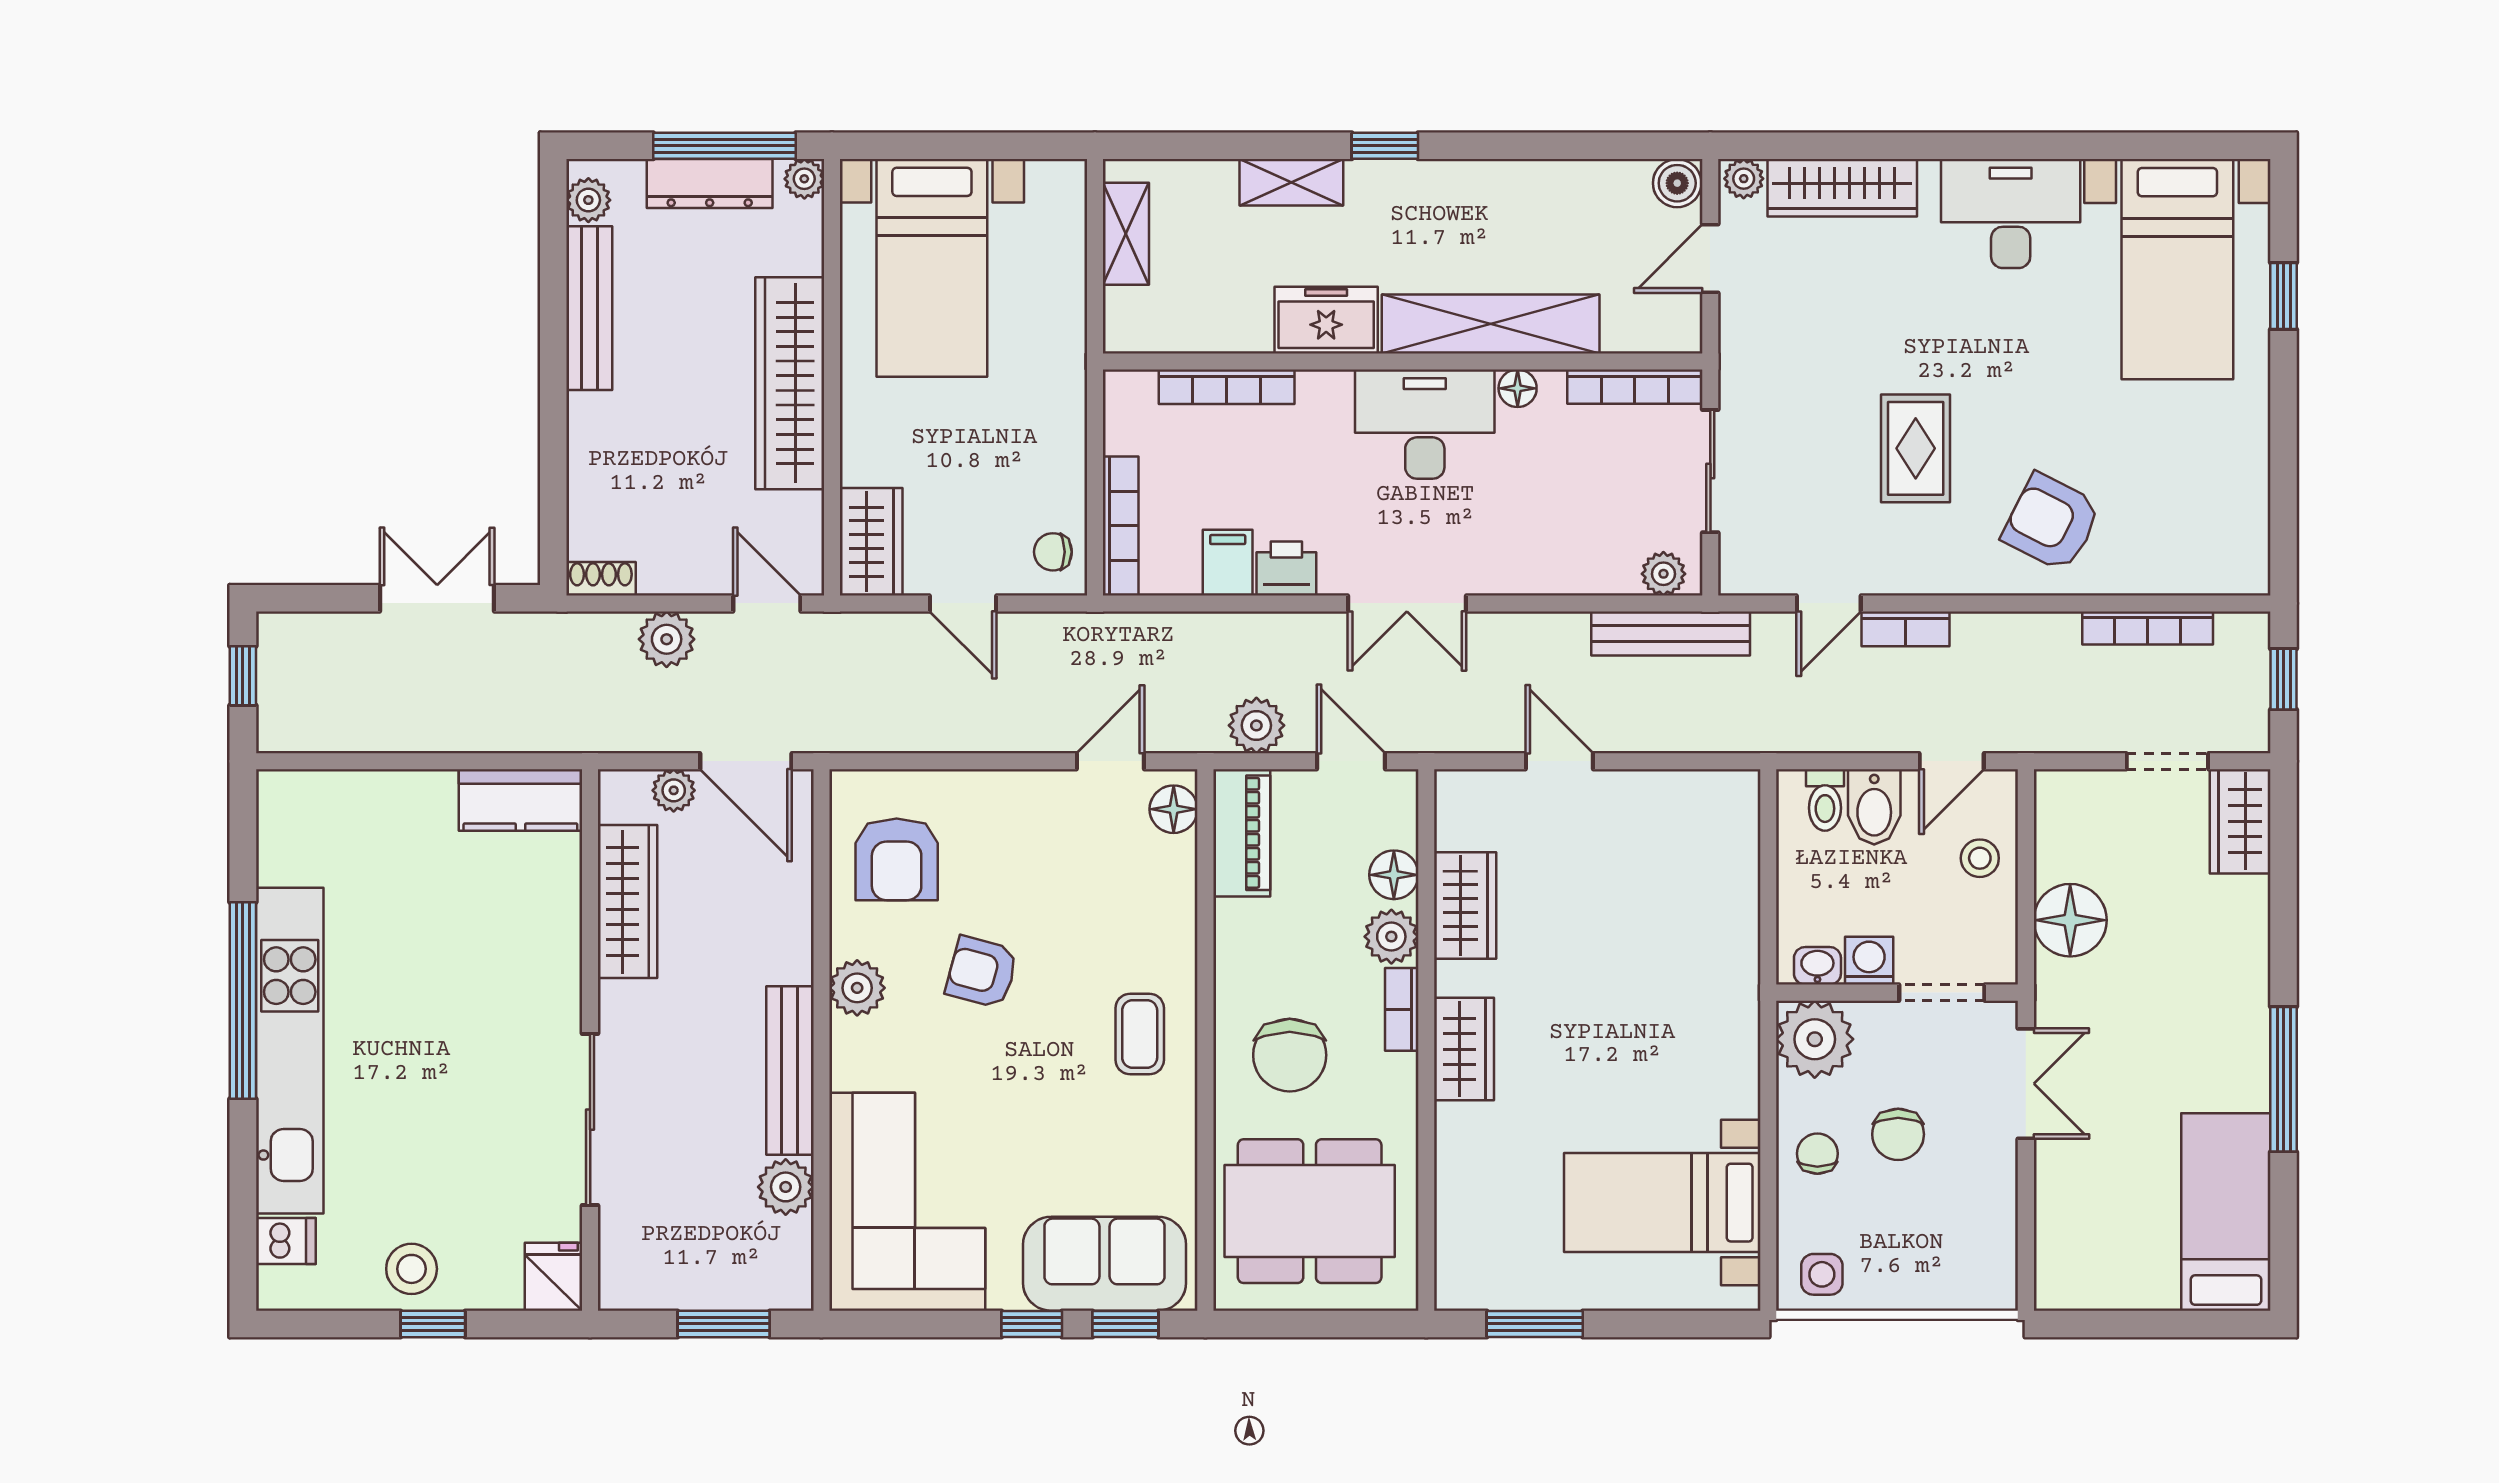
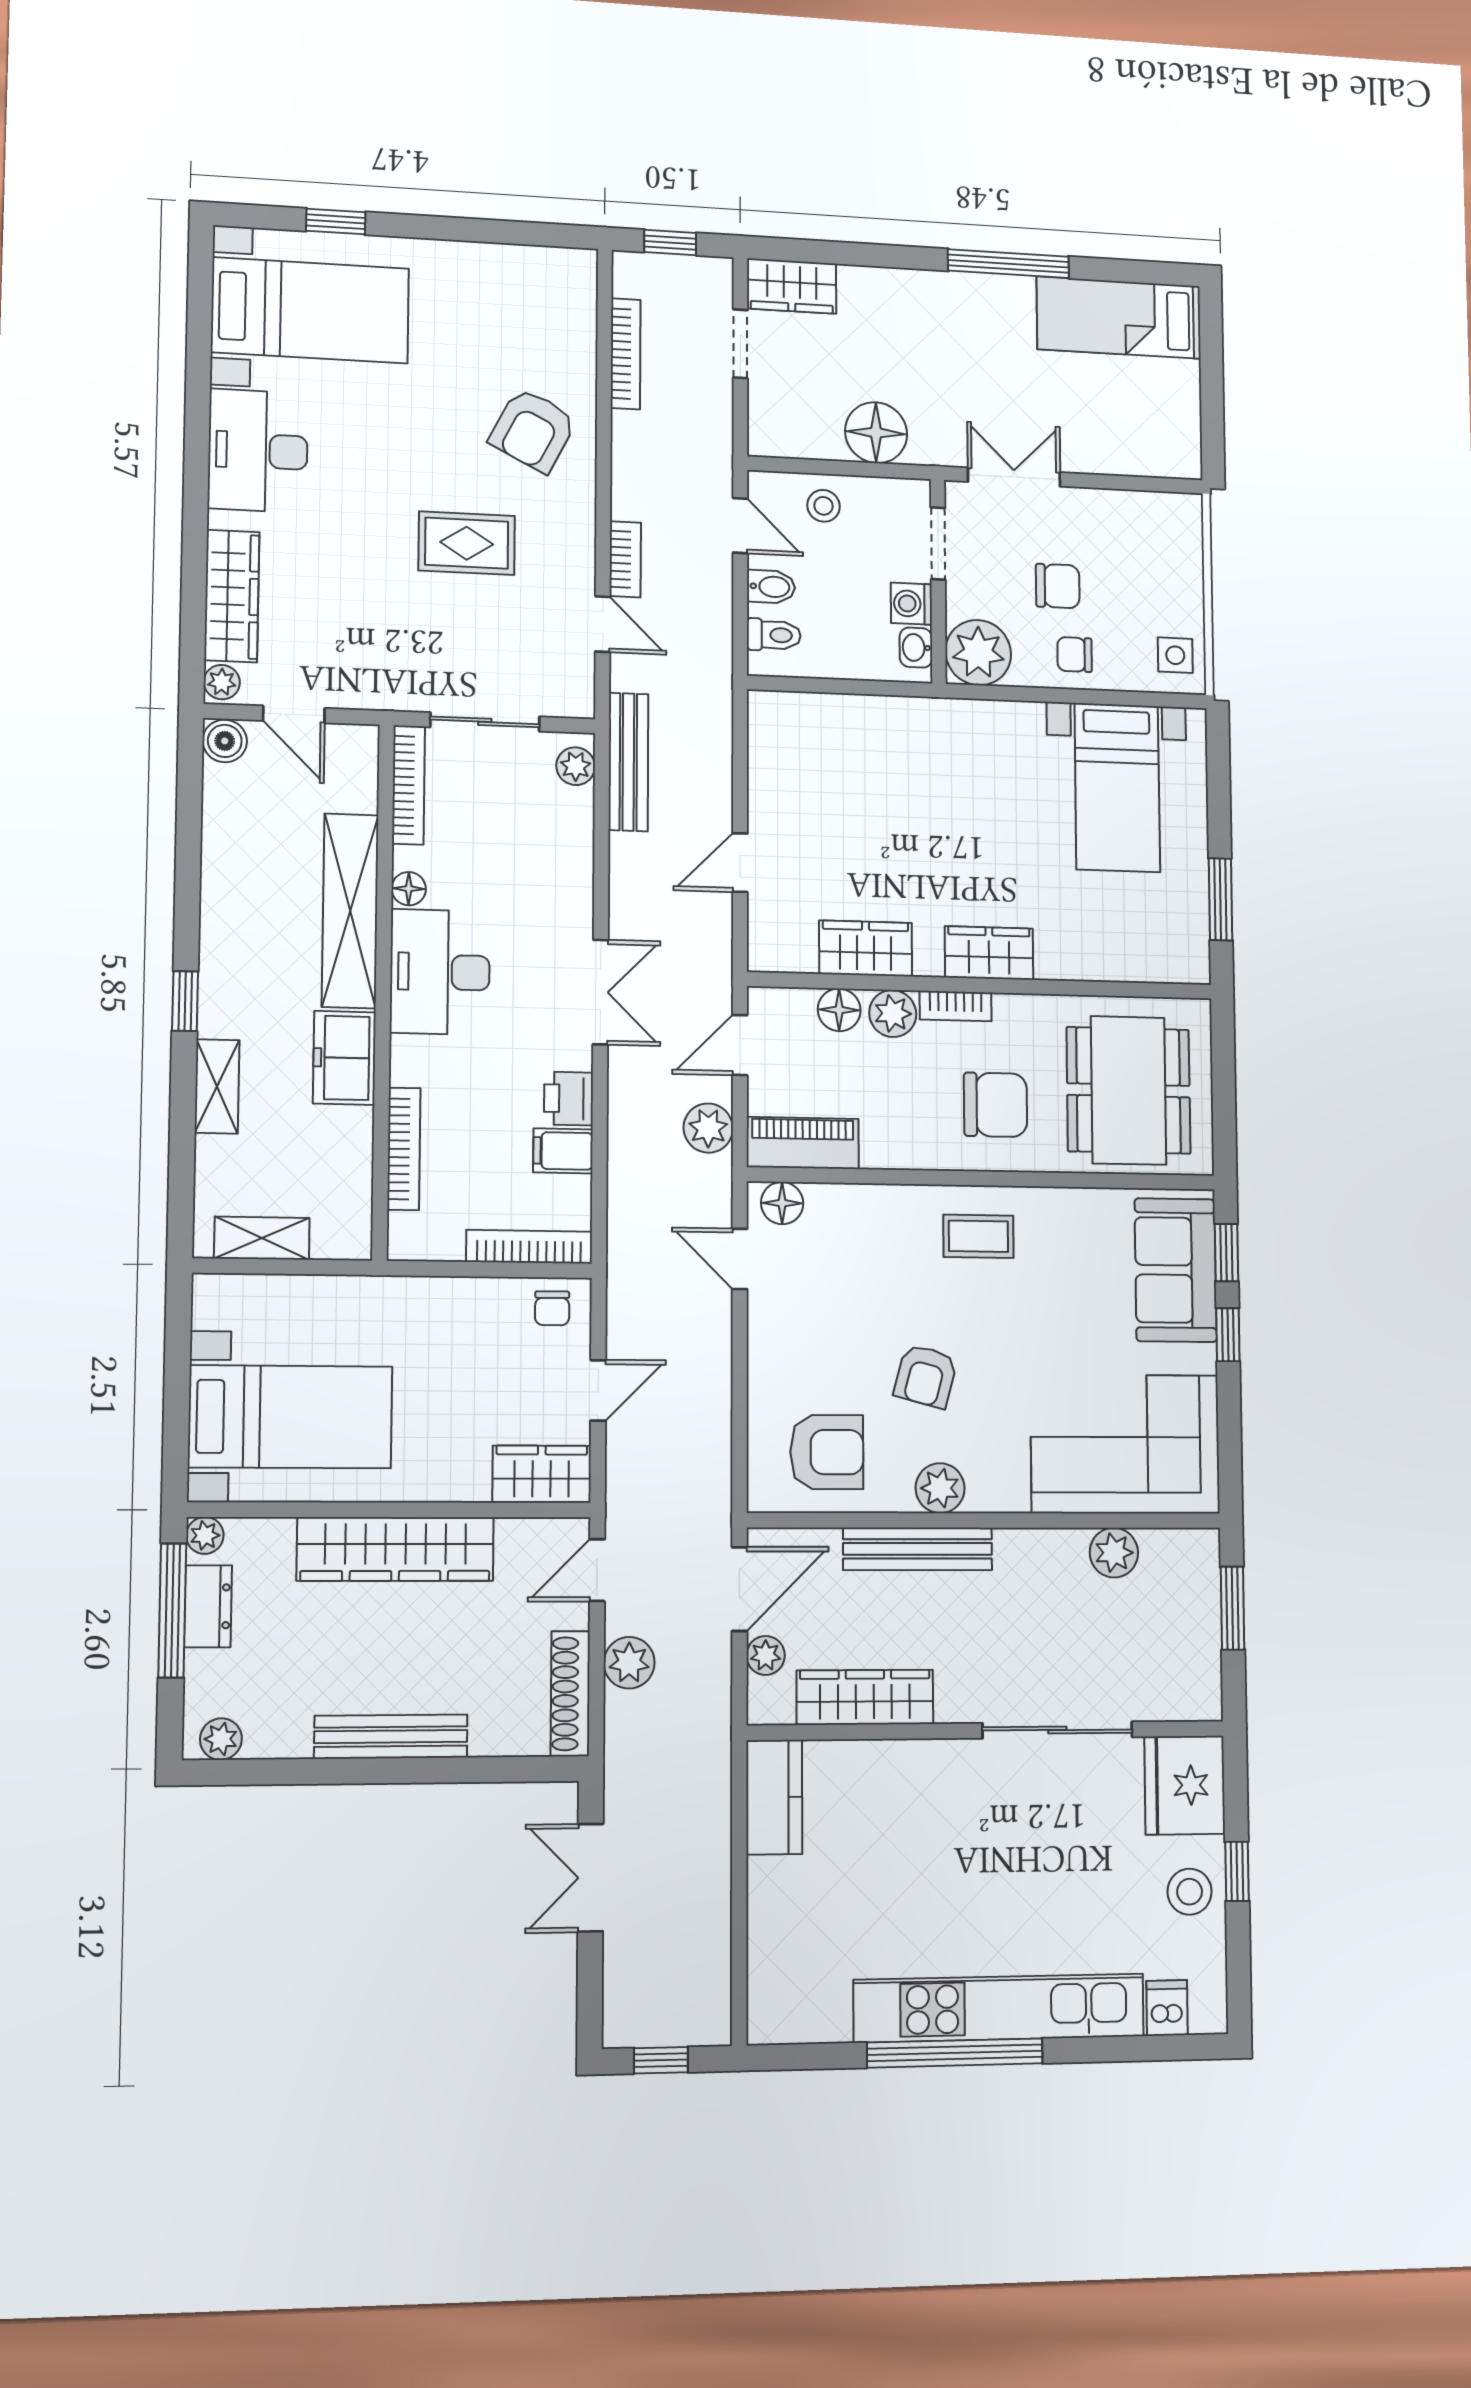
dresser: (710, 184) -> (208, 1606), width x0.70
bench: (589, 308) -> (391, 1737), moved
shoe rack: (601, 579) -> (570, 1694), width x1.94, depth x1.24
bidet: (1874, 807) -> (771, 587), width x0.72, depth x0.74
bench: (790, 1071) -> (918, 1549), moved
fridge: (553, 1277) -> (1185, 1785), width x1.88, depth x1.34

